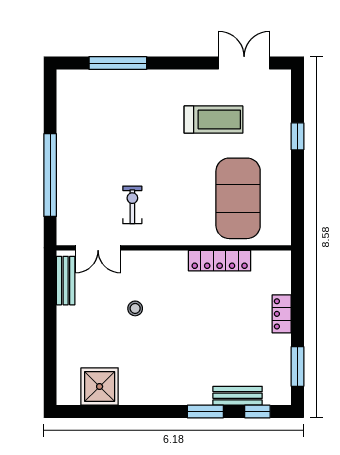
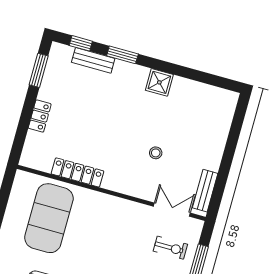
exercise bike: (132, 205) -> (170, 248), moved, turned -90
shower: (100, 387) -> (159, 82), moved, width x0.73, depth x0.73

